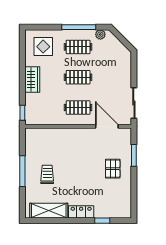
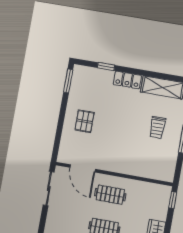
window: (134, 155) -> (68, 81), moved

